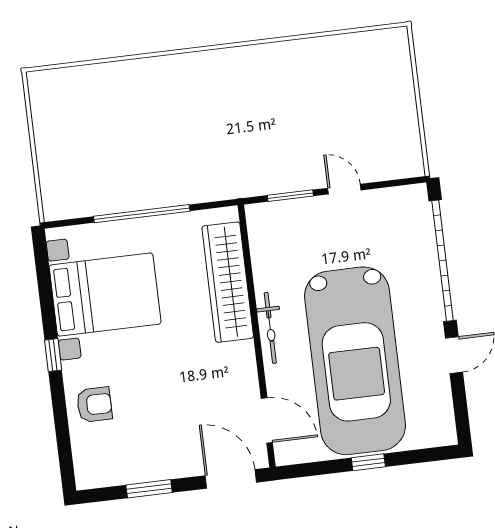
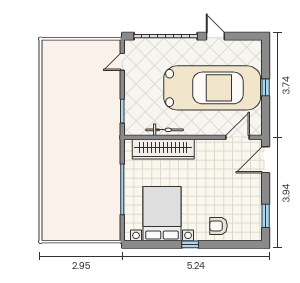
door: (344, 189) -> (122, 62), moved
bicycle: (270, 328) -> (165, 130), moved
armchair: (94, 405) -> (218, 226), turned -90
window: (149, 489) -> (266, 216), moved

